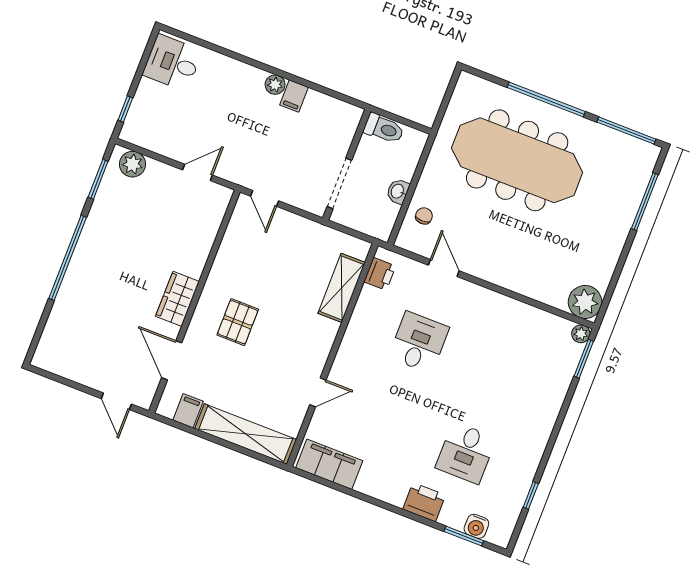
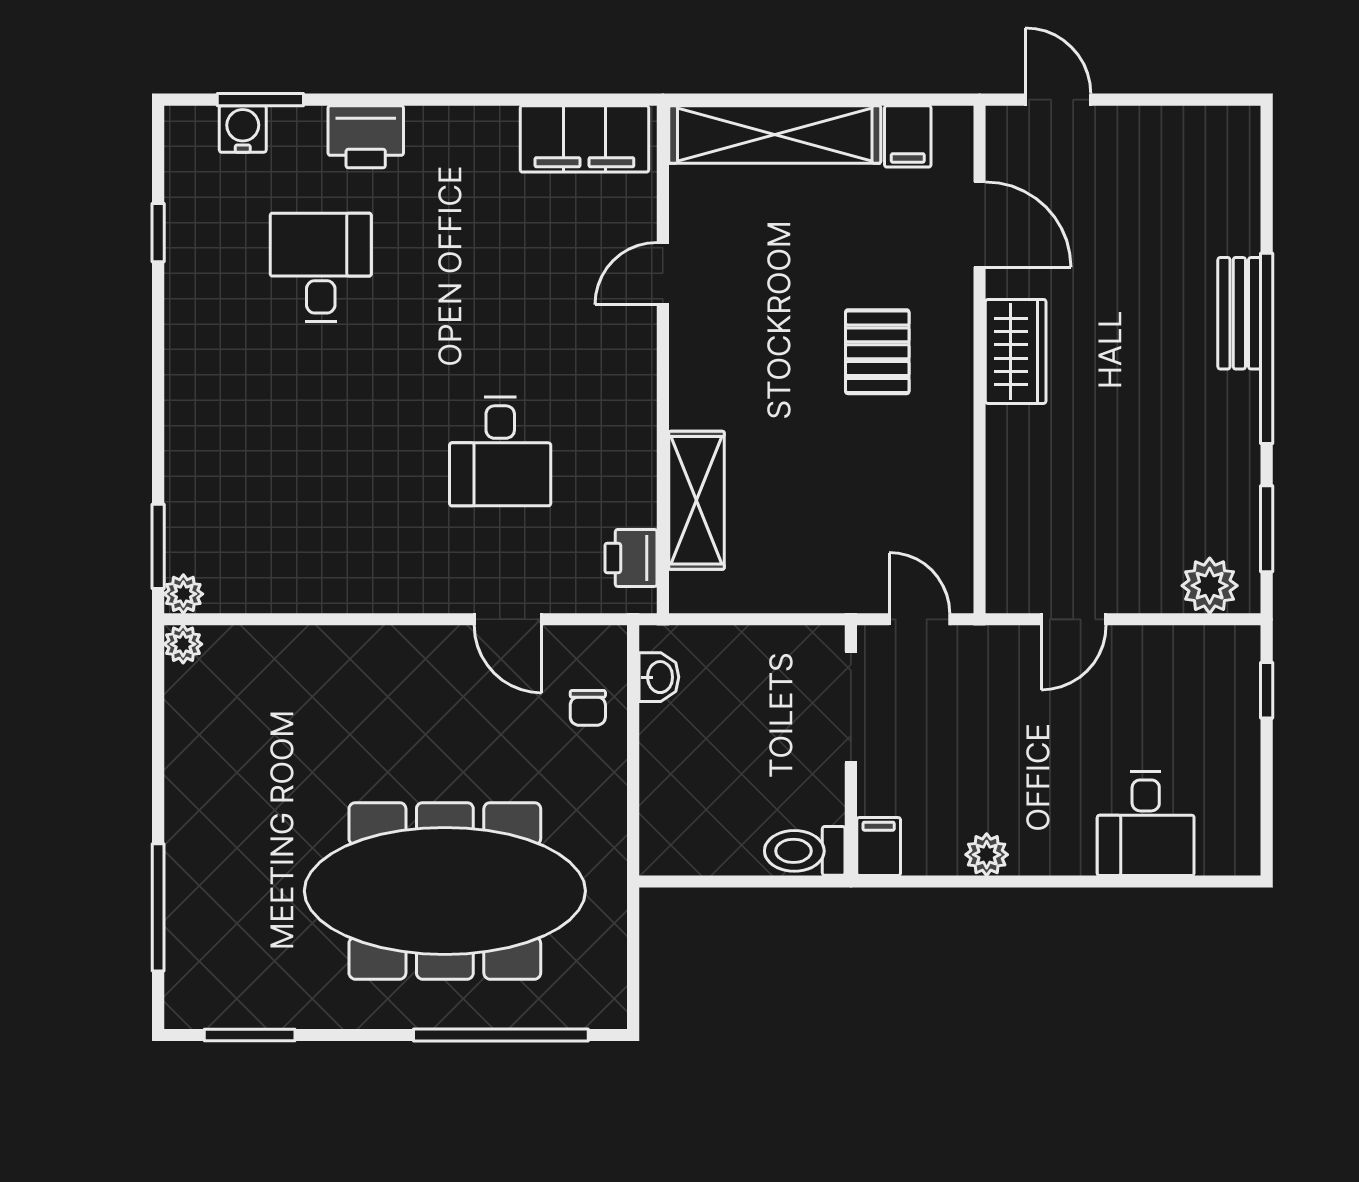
desk: (172, 63) -> (1146, 824), moved, turned 90
filing cabinet: (294, 96) -> (879, 847), moved
window: (546, 100) -> (501, 1035), moved
toilet: (384, 129) -> (805, 851), moved
window: (626, 131) -> (250, 1035), width x0.69
wall: (347, 165) -> (851, 750), moved
doorway: (339, 183) -> (851, 707), moved
washbasin: (398, 191) -> (659, 677), moved
bench: (74, 278) -> (1239, 313), added
plant: (585, 302) -> (183, 644), width x0.53, depth x0.53

